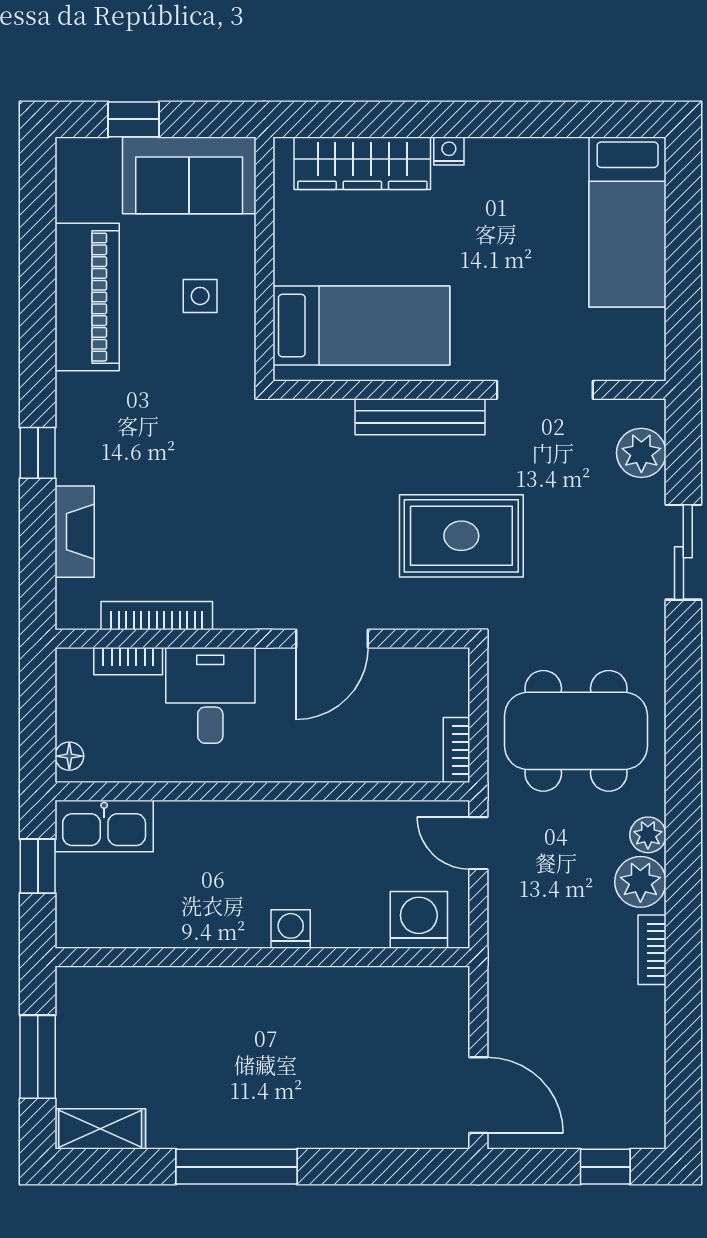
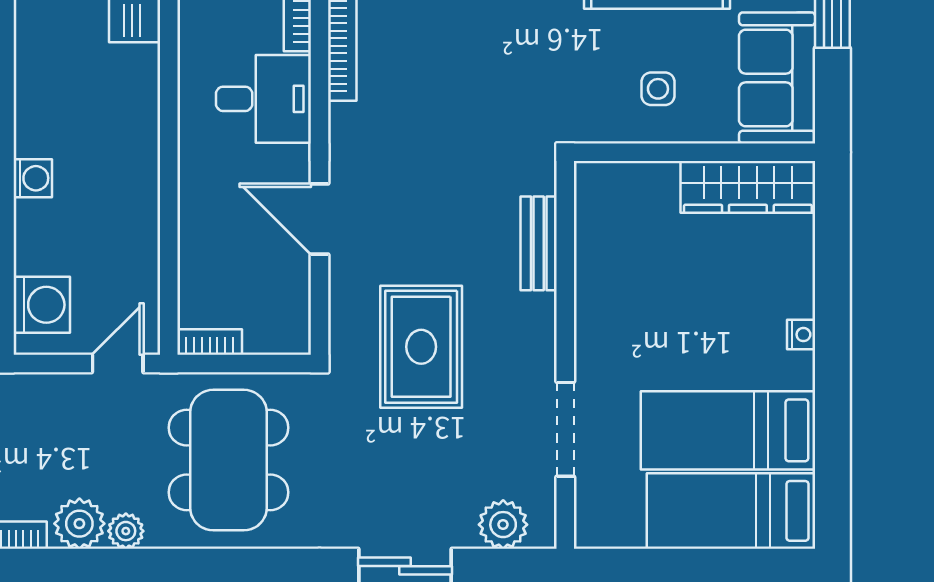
wardrobe: (362, 163) -> (748, 187), moved, turned -90
bed: (361, 326) -> (728, 430), moved, turned 90
bench: (420, 417) -> (539, 243), moved, width x0.73

